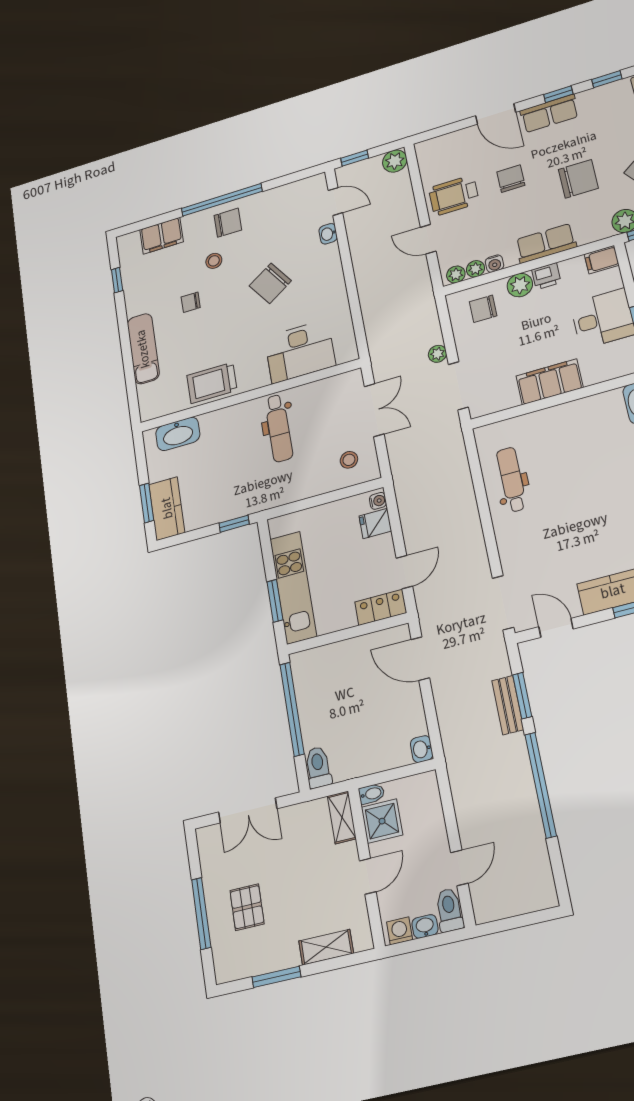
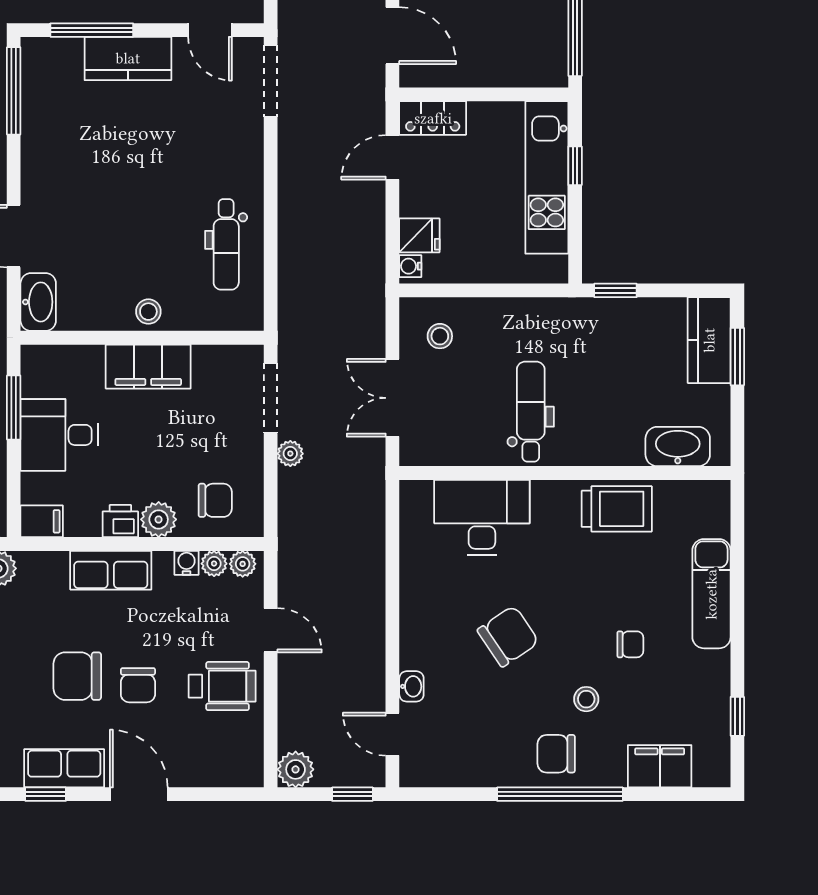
chair: (578, 179) -> (77, 676), moved
stool: (558, 418) -> (148, 312), added
window: (275, 601) -> (575, 166), width x0.67

